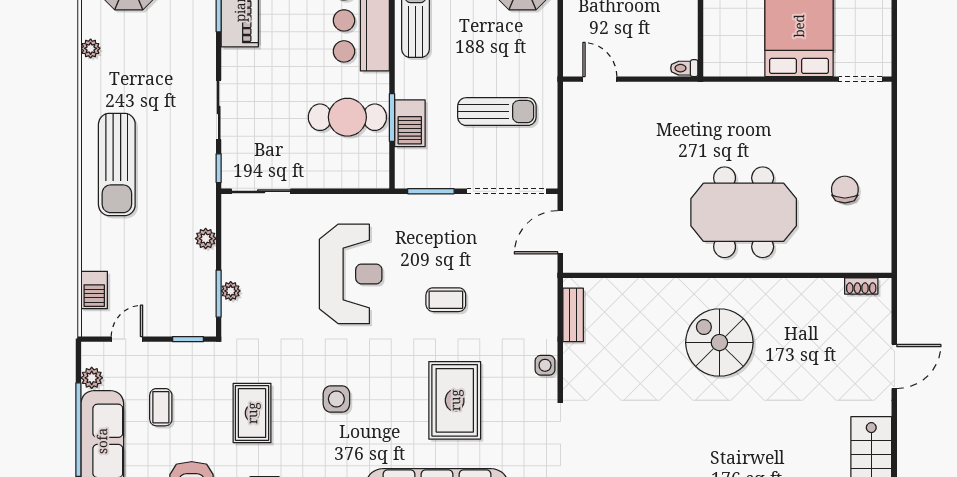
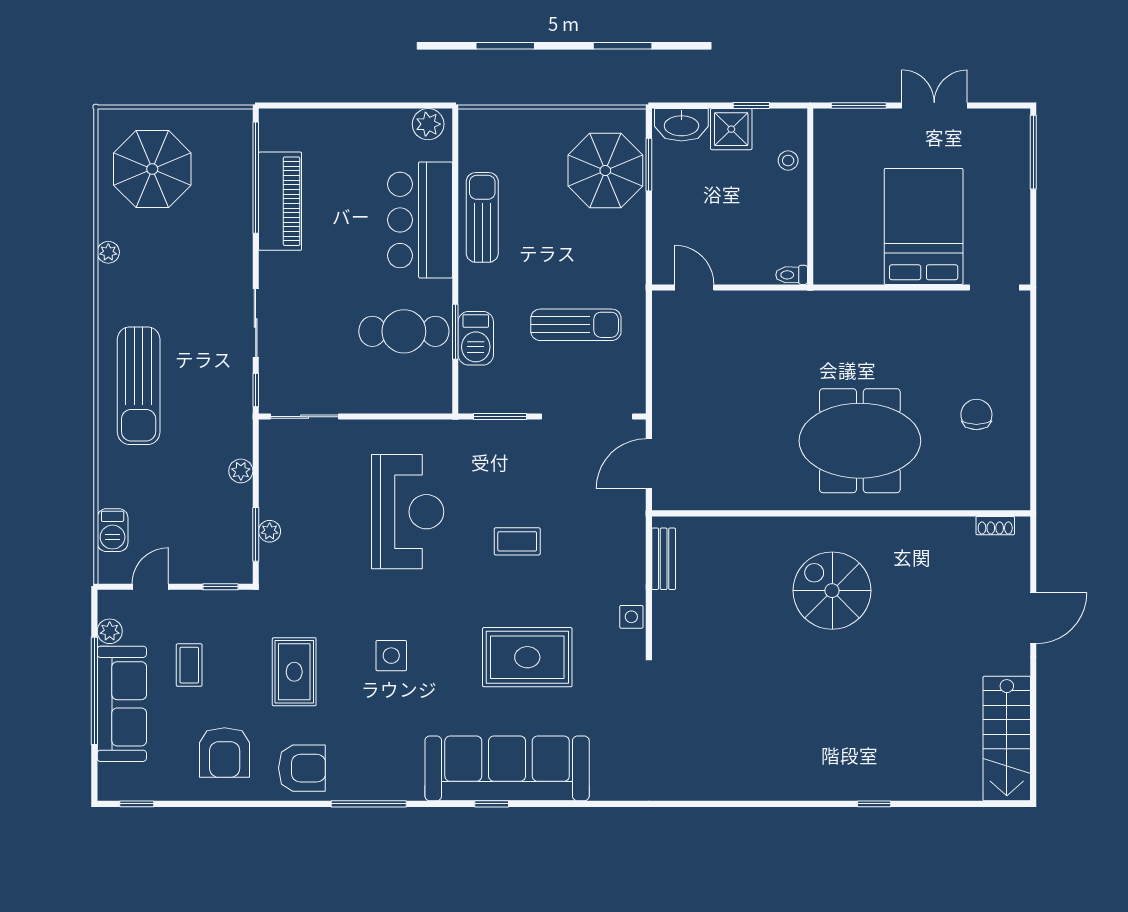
rug: (455, 400) -> (527, 657), turned 90

